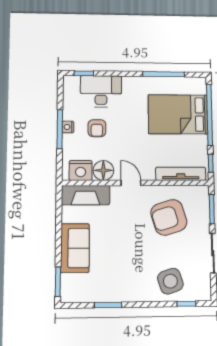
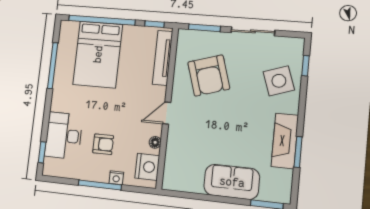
nightstand: (68, 127) -> (116, 178), moved
floor lamp: (103, 170) -> (155, 142), width x0.53, depth x0.53
fireplace: (86, 195) -> (285, 141), moved, turned 180

